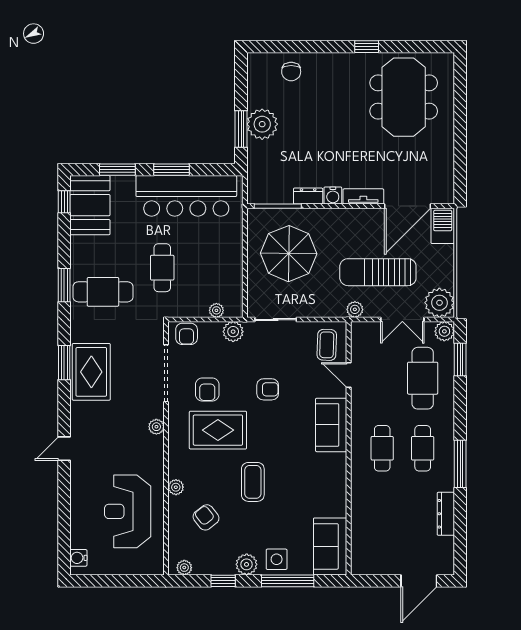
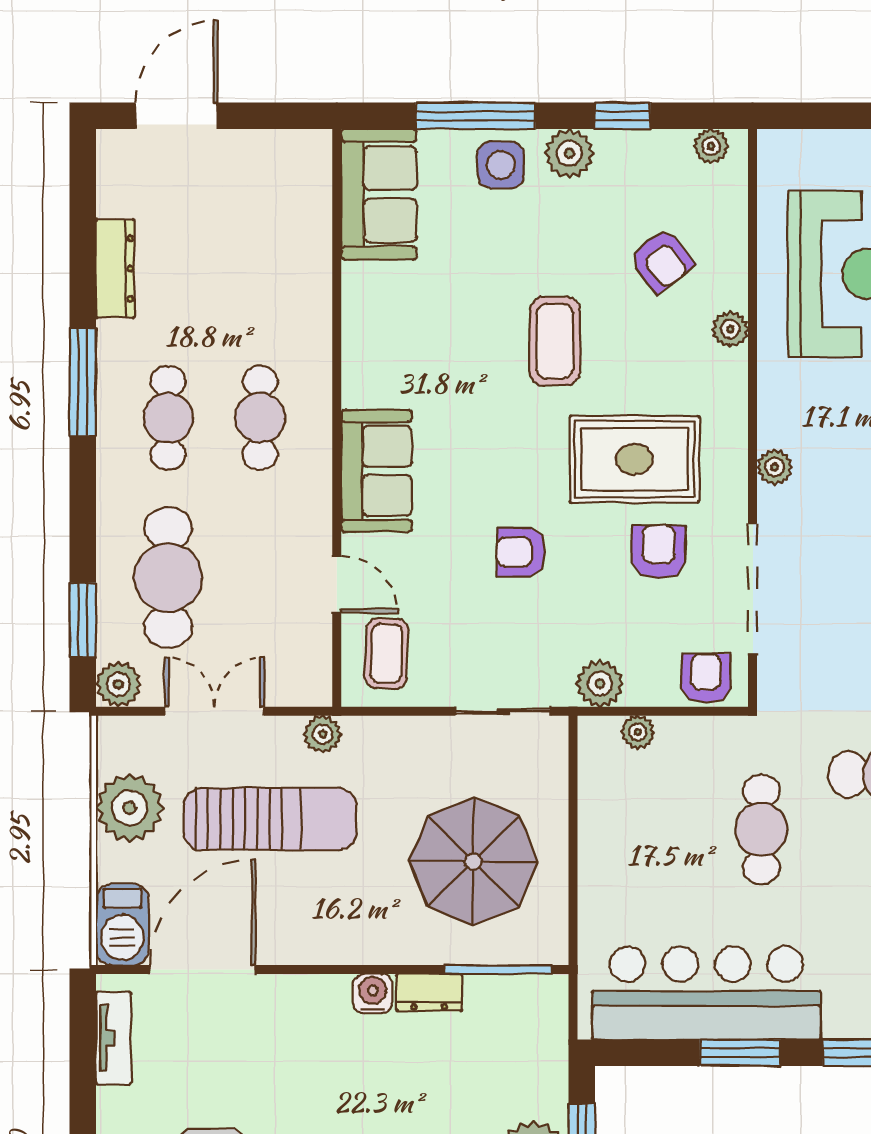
tv unit: (363, 196) -> (114, 1038), moved, turned -90
plant: (439, 303) -> (130, 808), moved

